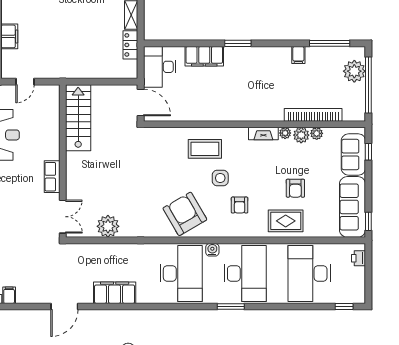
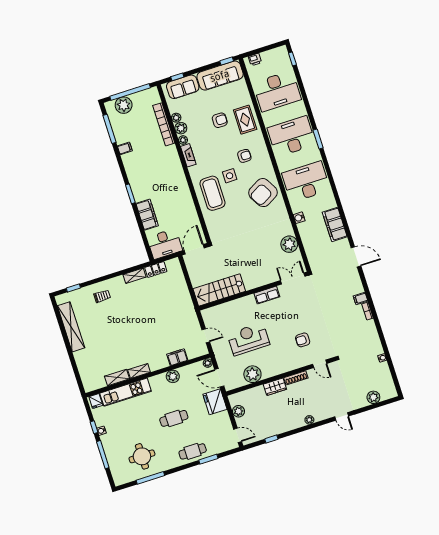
coffee table: (205, 149) -> (212, 193), width x1.36, depth x1.32
water cooler: (212, 250) -> (299, 218), moved

